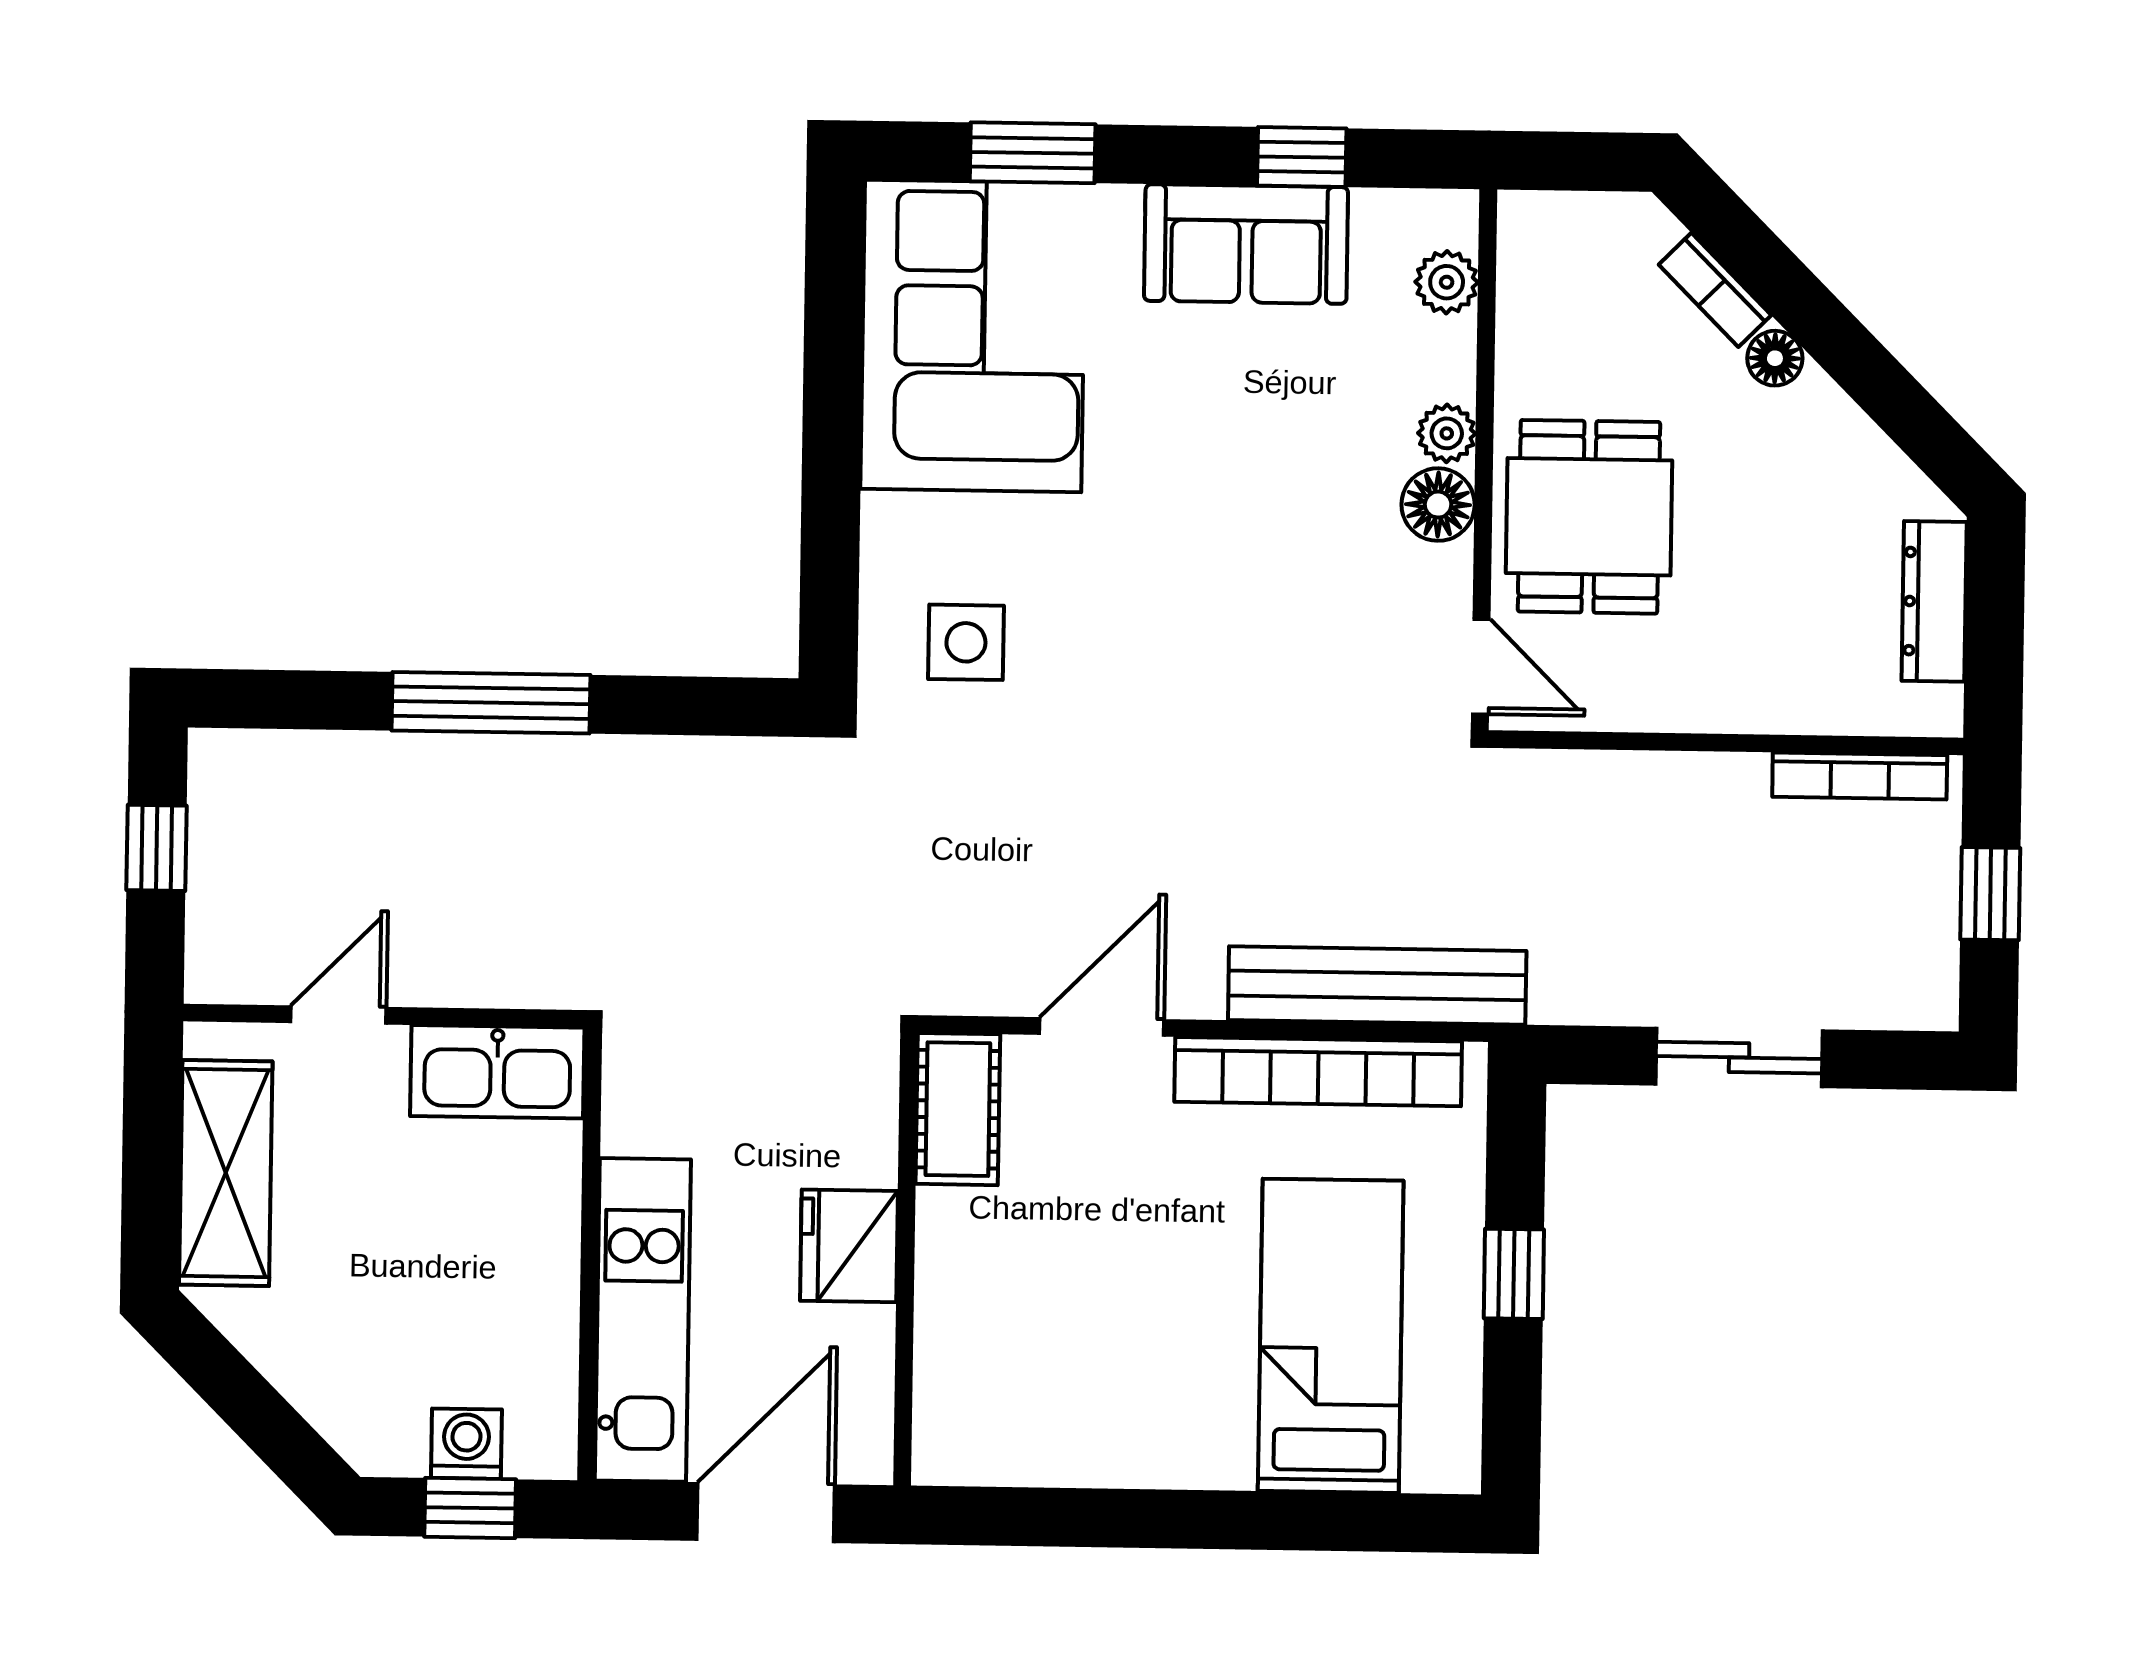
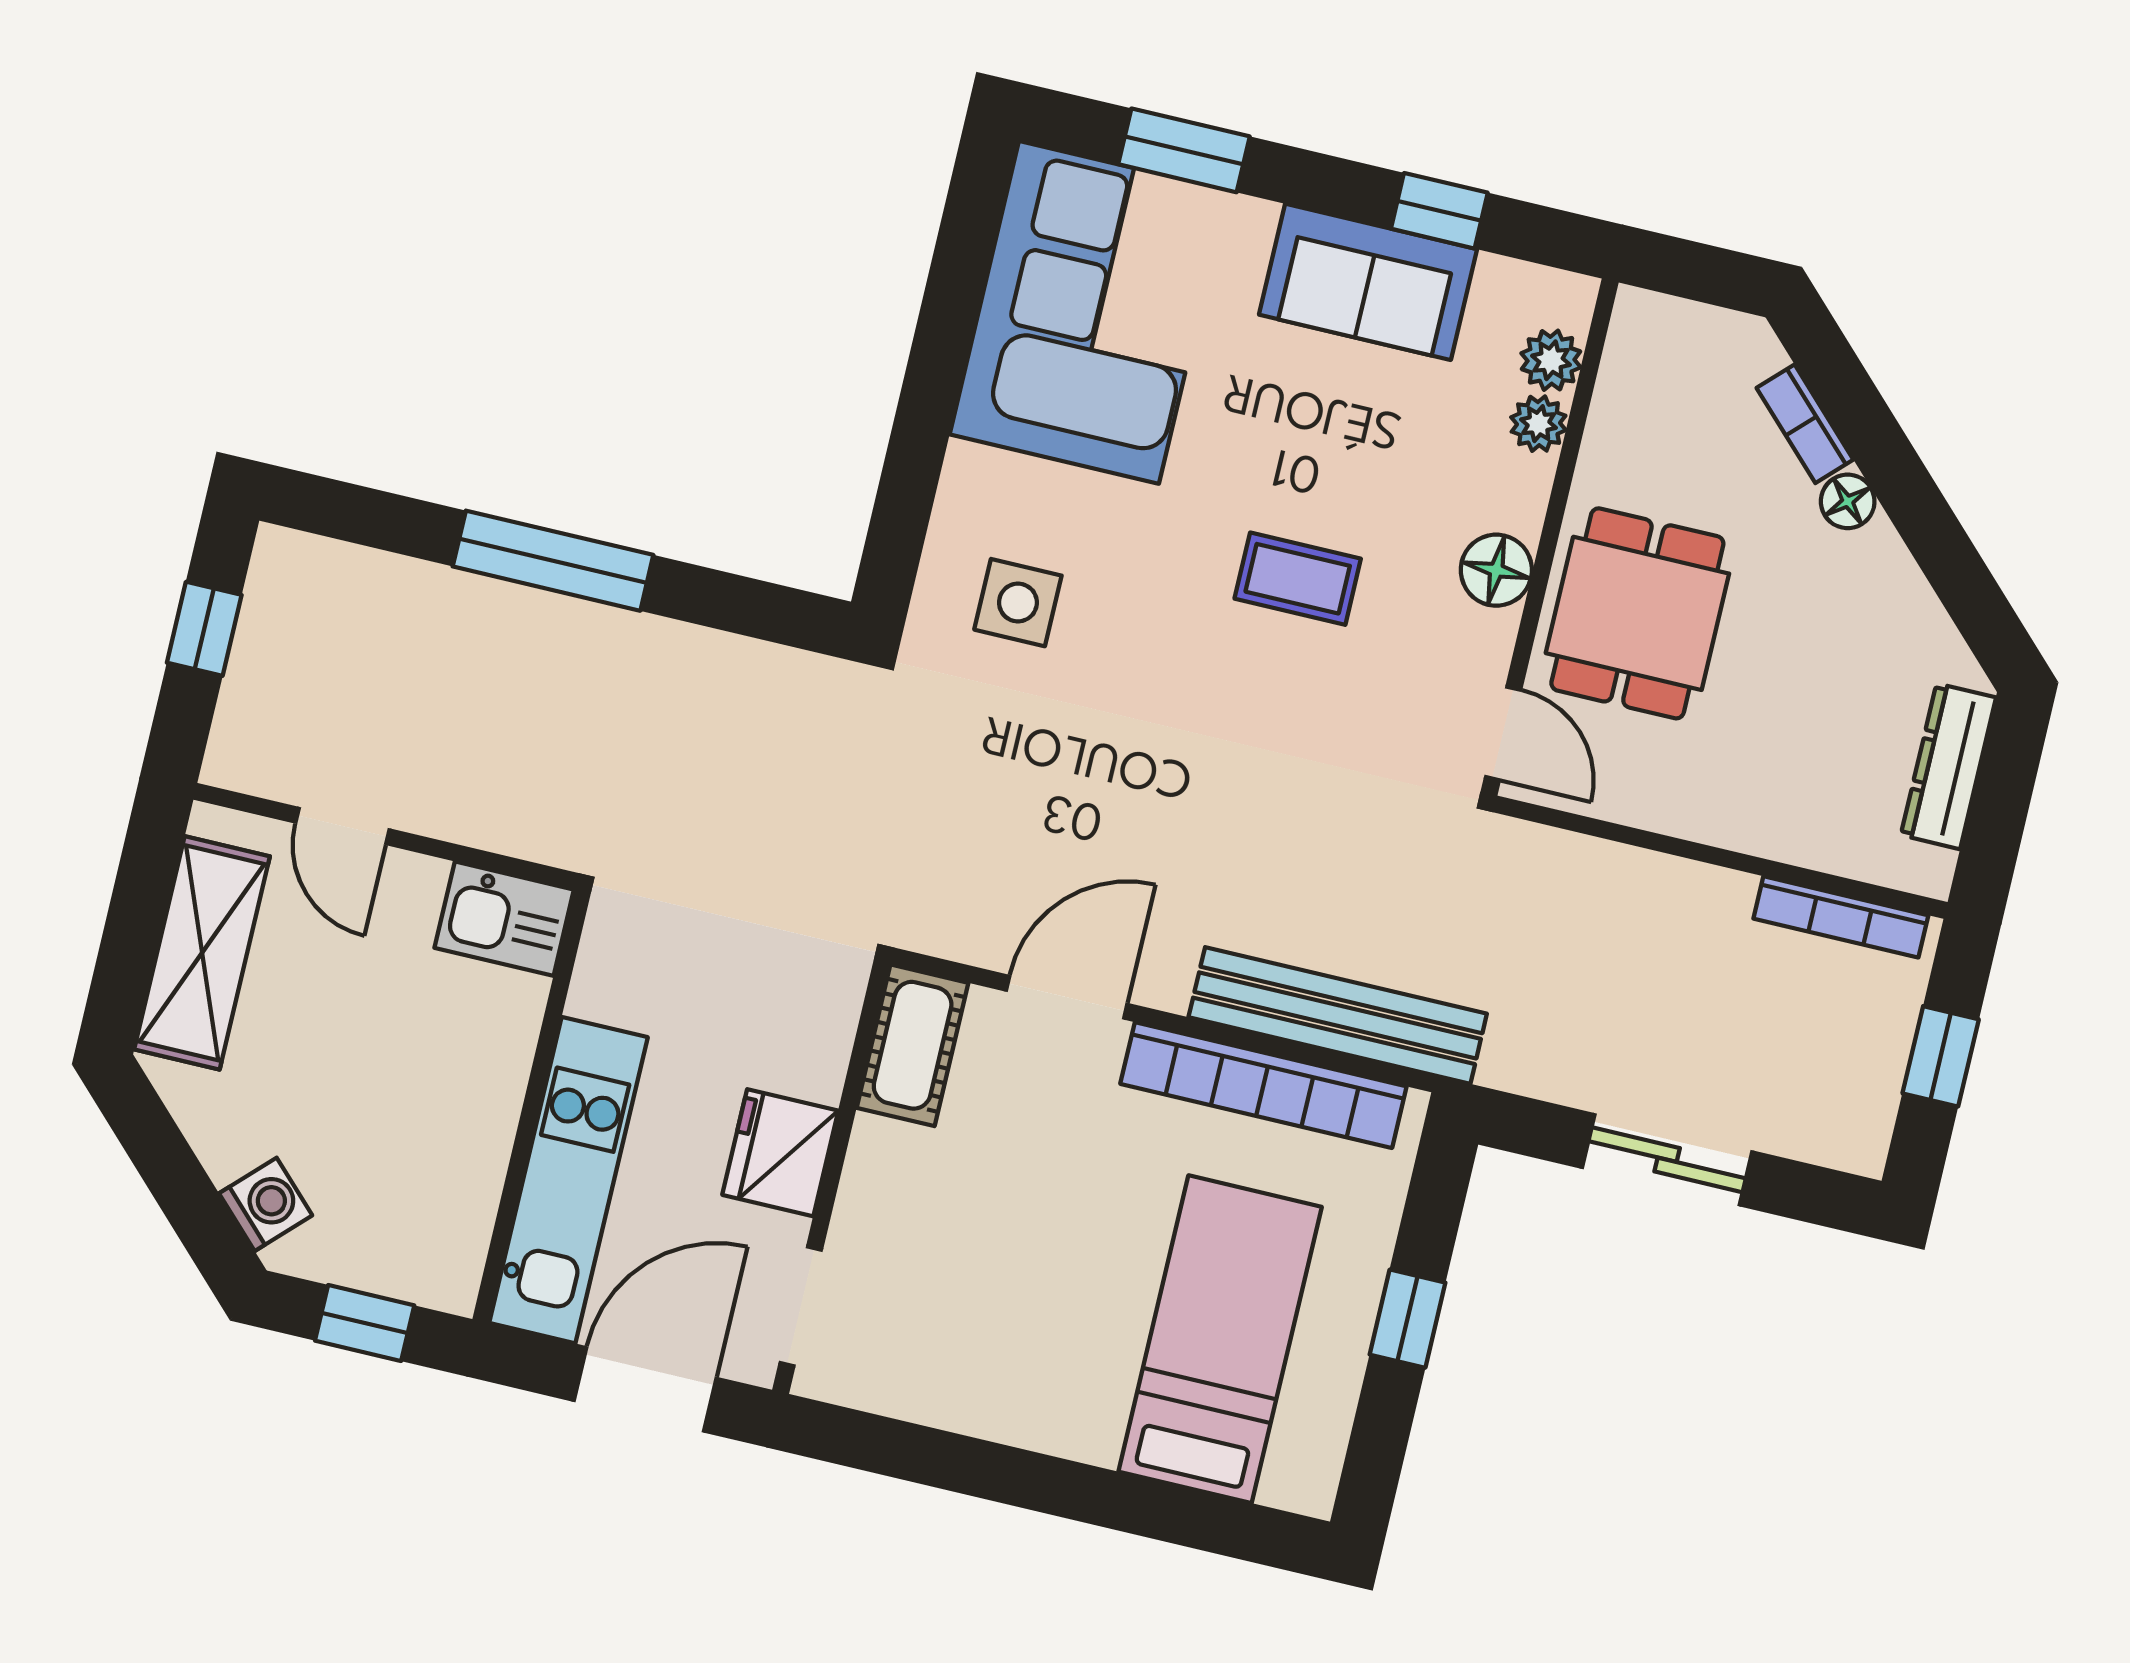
plant: (1447, 433) -> (1539, 424), moved
coffee table: (1241, 557) -> (1298, 579), added
door: (338, 1015) -> (342, 826), swing flipped
kitchen sink: (497, 1072) -> (504, 919), width x0.73
doorway: (903, 1395) -> (801, 1306), added
washing machine: (466, 1444) -> (266, 1204), moved, turned 45

